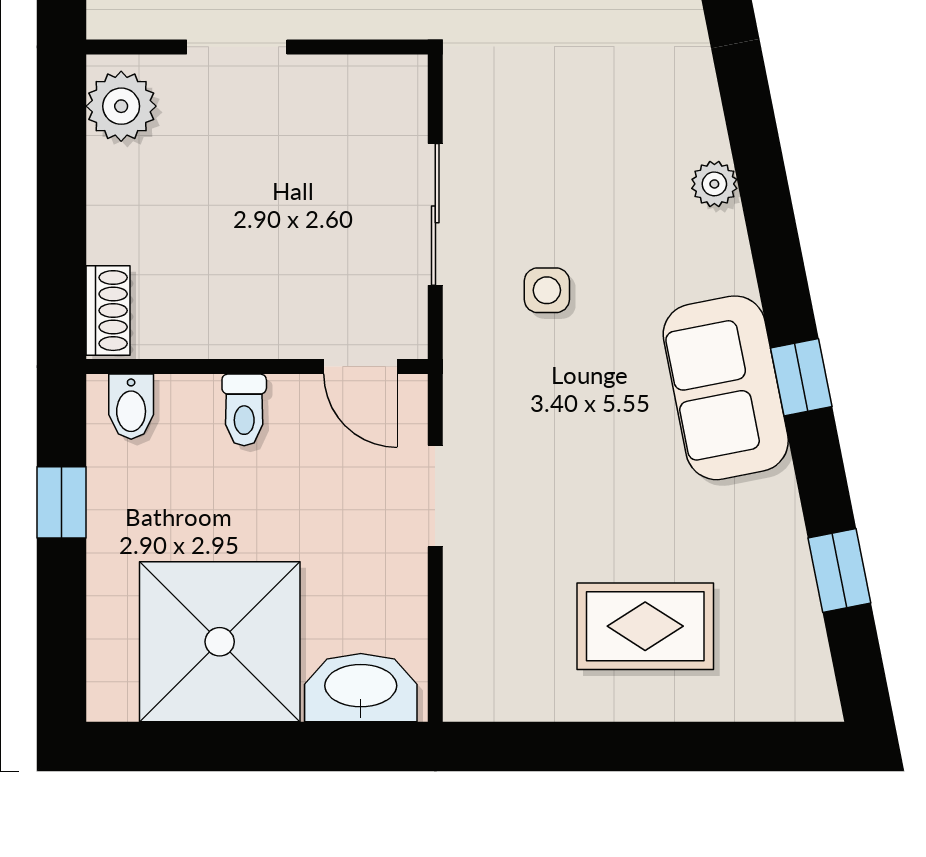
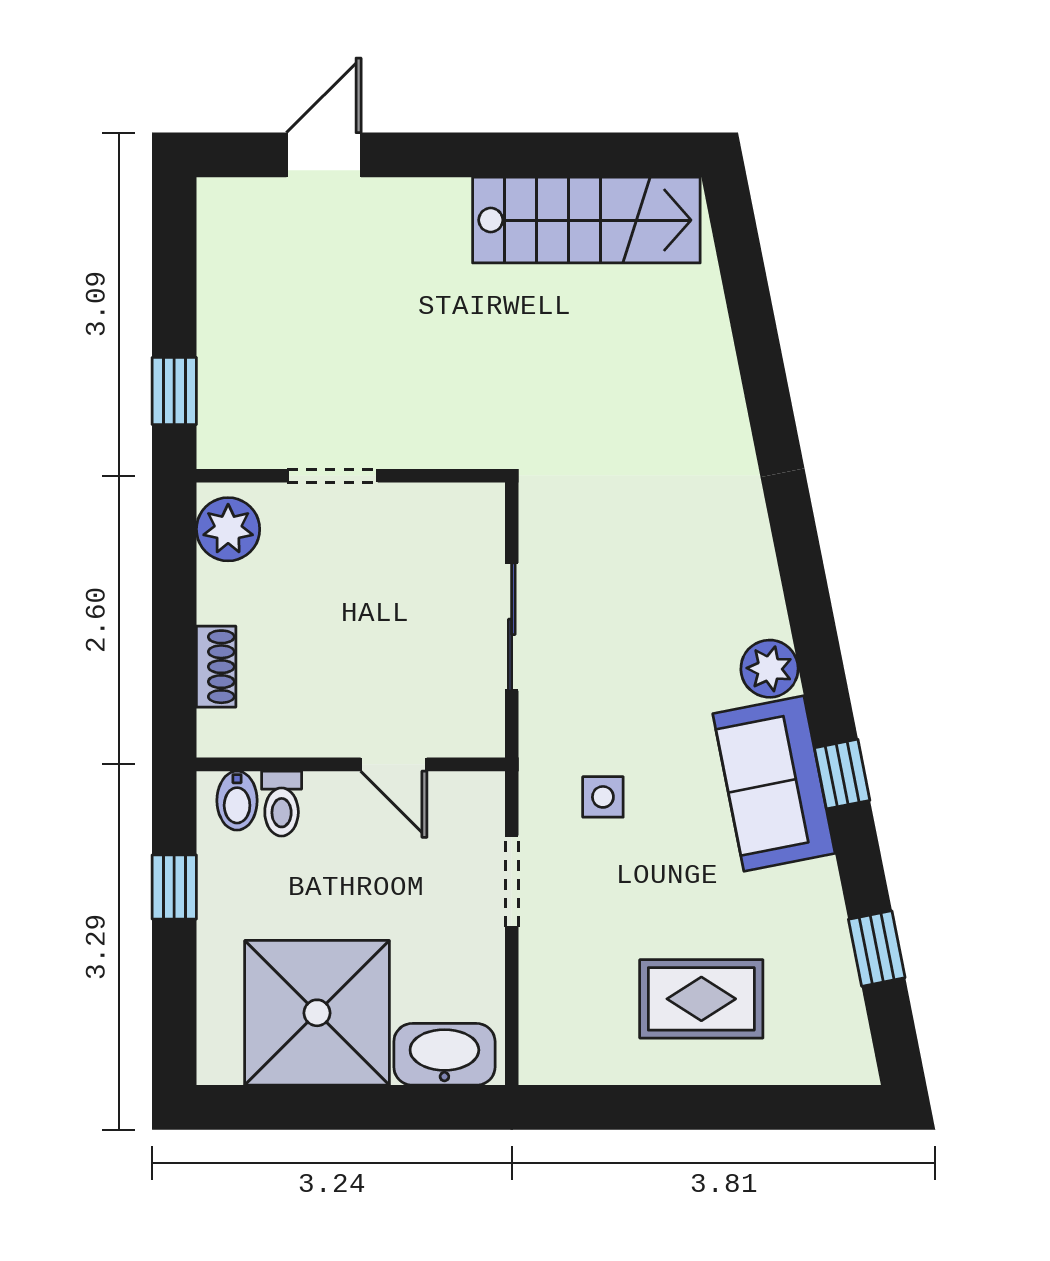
plant: (714, 184) -> (769, 669), moved, width x1.38, depth x1.38
side table: (547, 290) -> (603, 797), moved
shoe rack: (108, 311) -> (216, 667), moved
door: (360, 367) -> (394, 764), moved
toilet: (244, 410) -> (282, 804), moved

